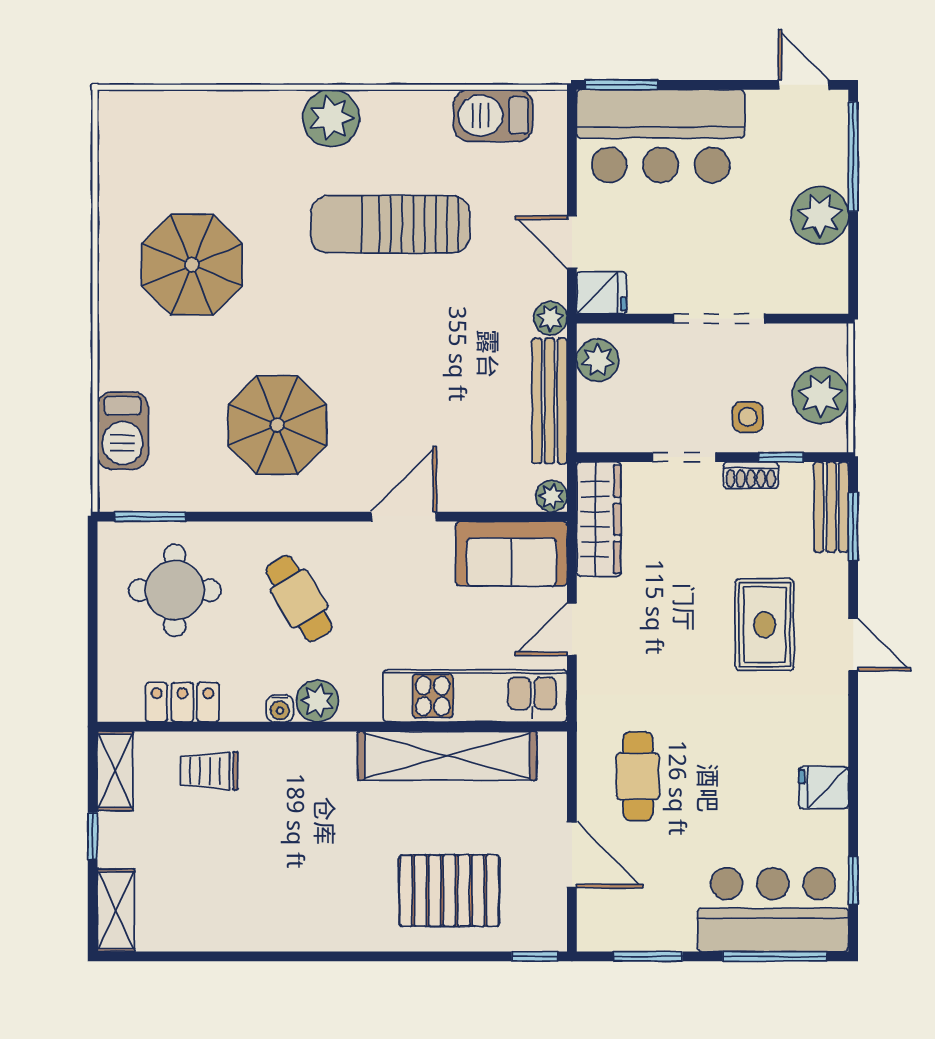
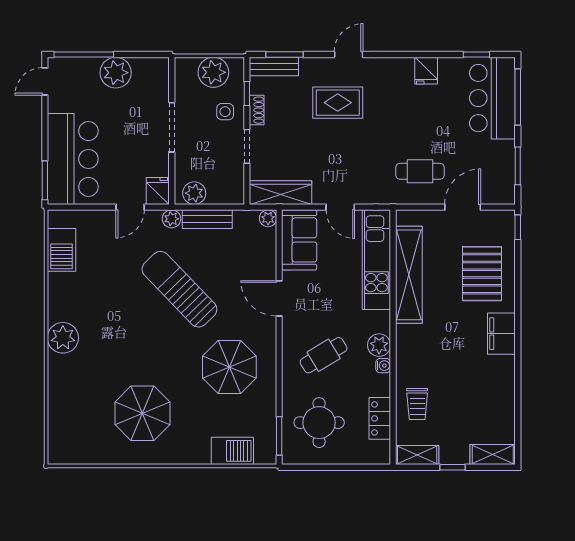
sun lounger: (390, 224) -> (179, 289), moved, turned 136
bench: (550, 401) -> (207, 219), width x0.73
filing cabinet: (339, 926) -> (501, 334), added

